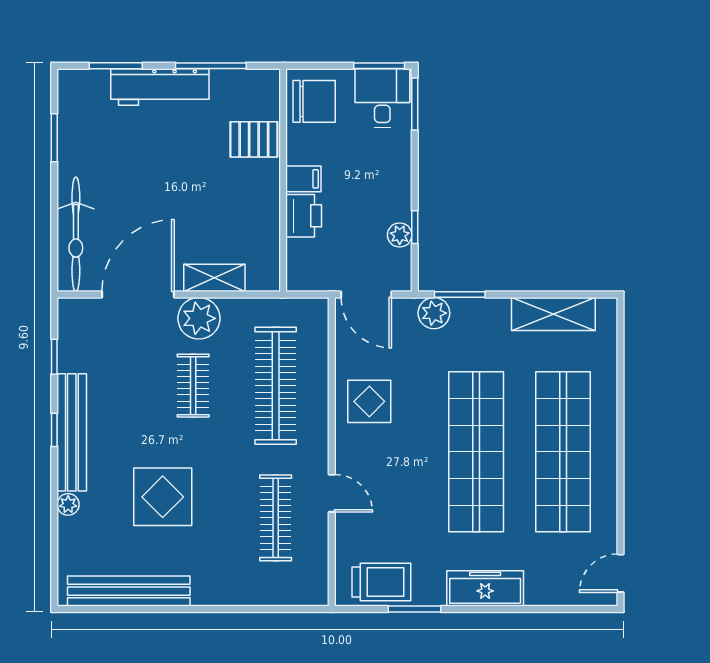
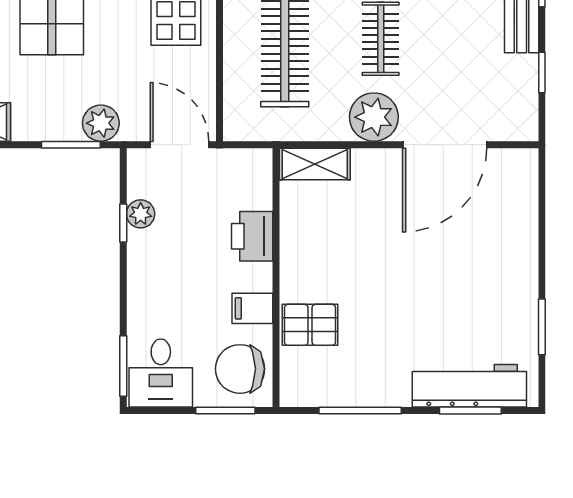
window: (379, 66) -> (225, 411), moved
workbench: (160, 87) -> (469, 386), moved
filing cabinet: (303, 179) -> (252, 308), moved
bicycle: (76, 234) -> (517, 215), removed
shelving: (214, 278) -> (315, 164), moved

